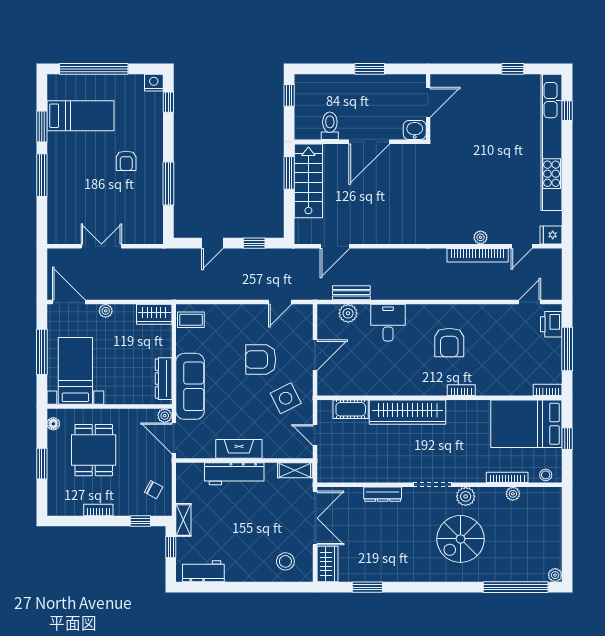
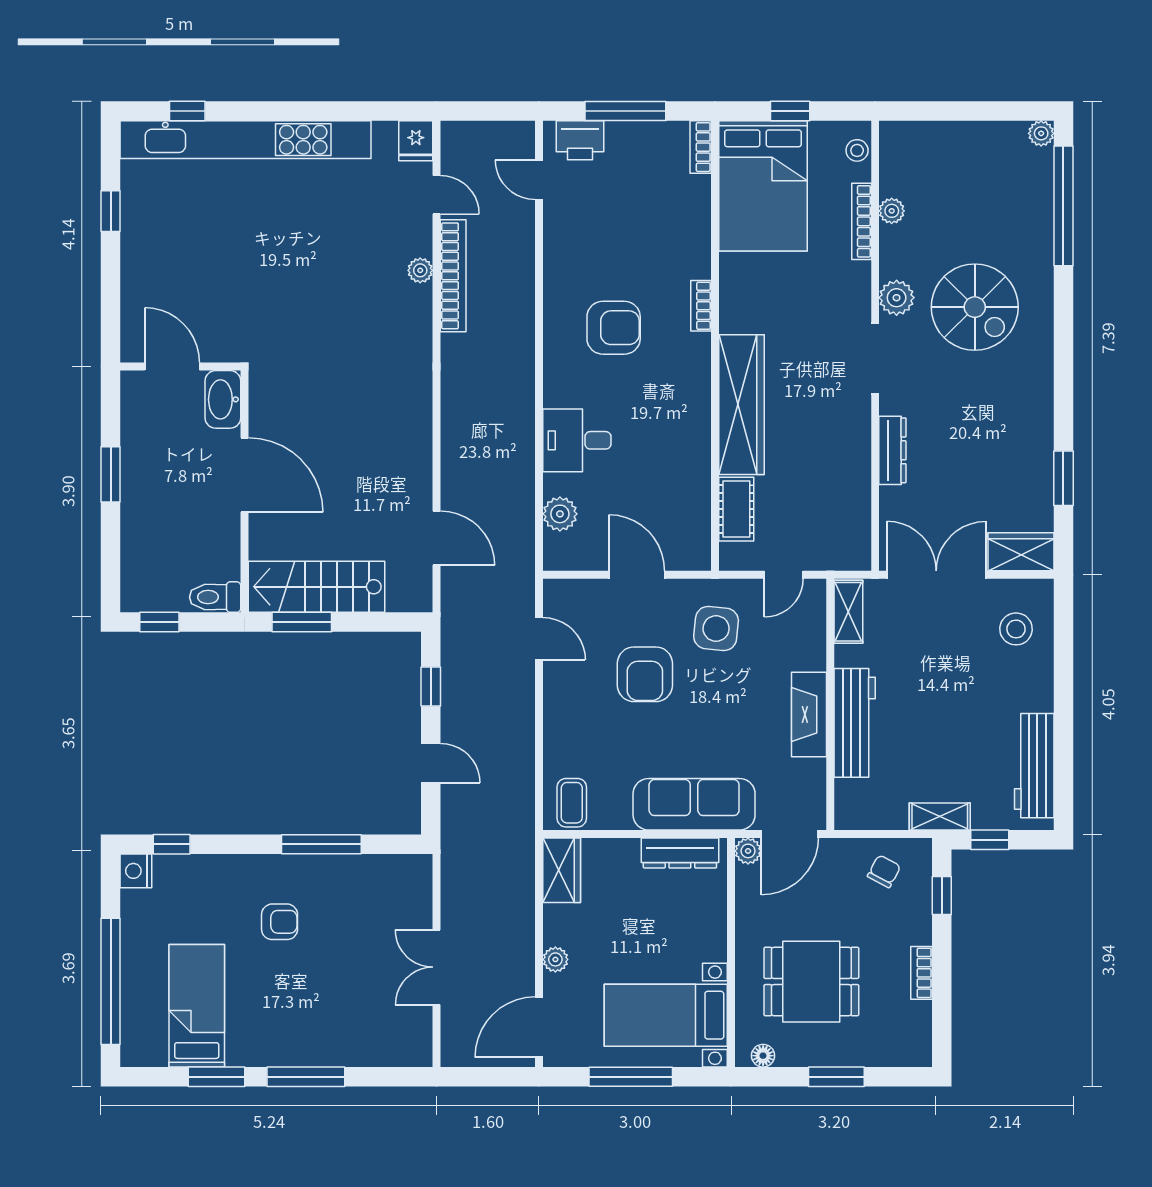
toilet: (330, 126) -> (215, 597), moved
washbasin: (415, 130) -> (223, 399), width x1.38
bench: (351, 293) -> (522, 508), removed
side table: (286, 398) -> (716, 629), turned 33
workbench: (203, 571) -> (1034, 766), width x1.38

